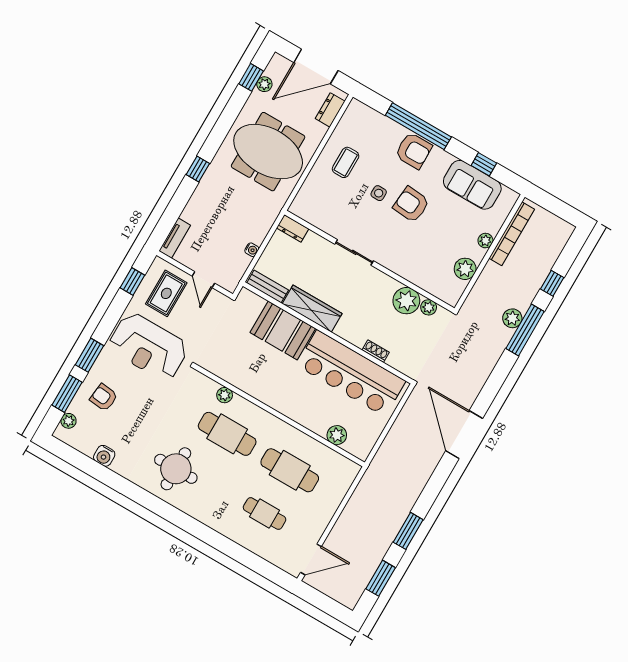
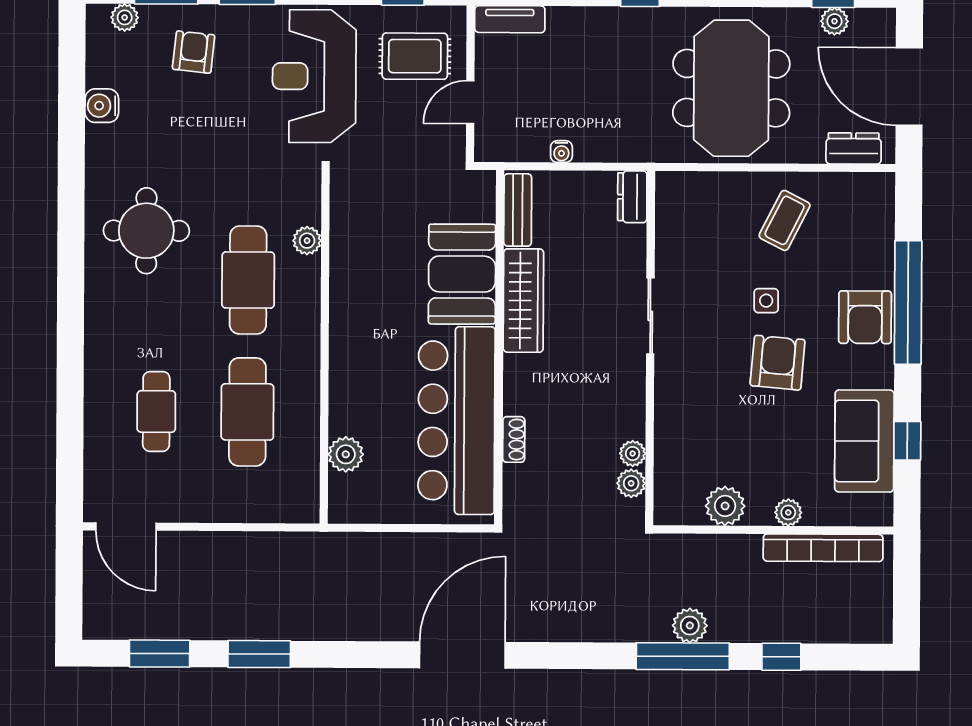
coffee table: (346, 162) -> (785, 220), turned -63
plant: (406, 301) -> (633, 453), width x0.53, depth x0.53

